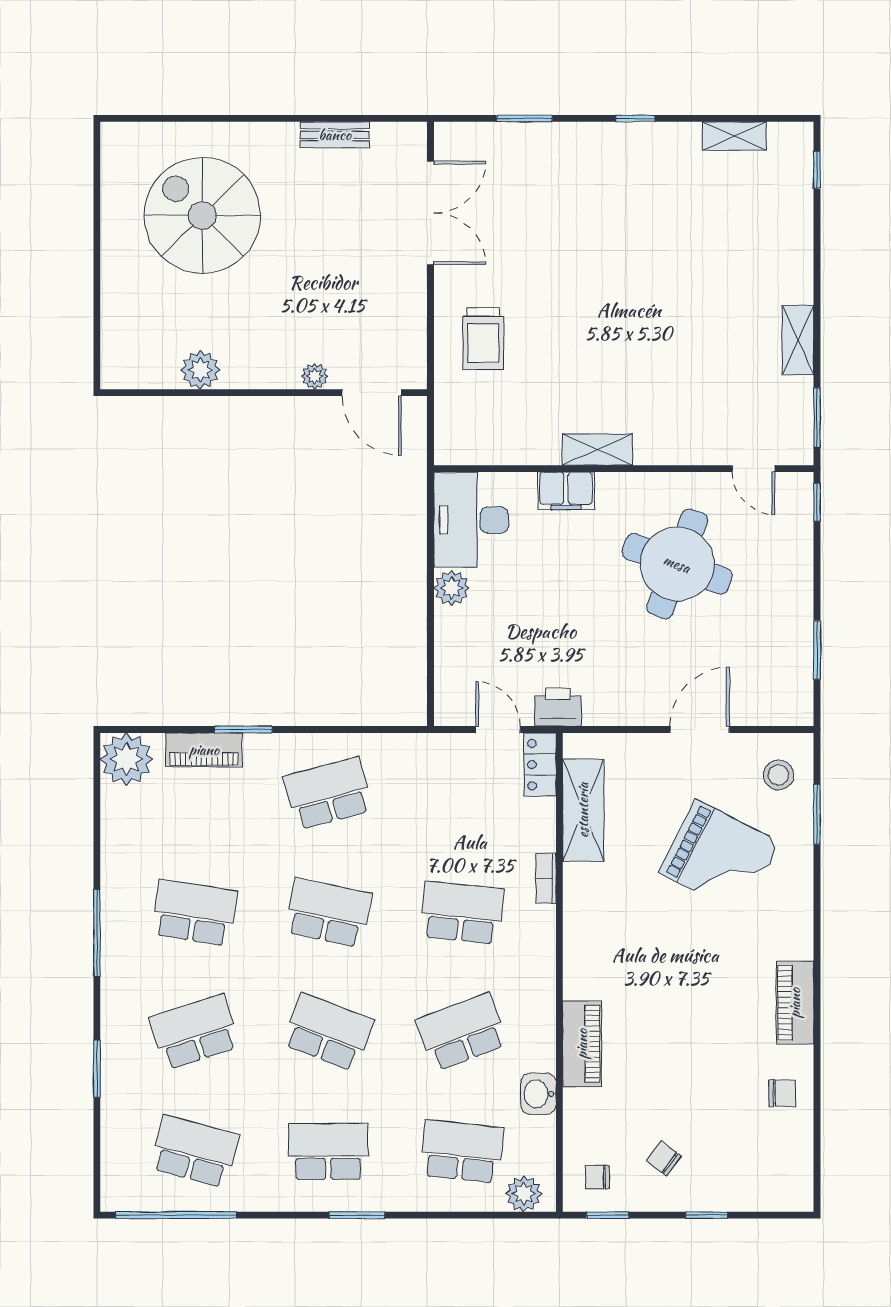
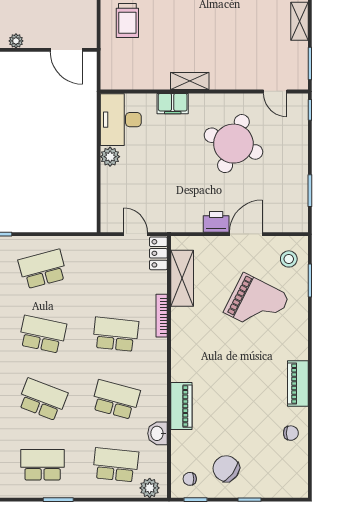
plant: (315, 376) -> (16, 41), moved
printer: (558, 707) -> (216, 222), moved
bookcase: (546, 878) -> (162, 316), width x1.56
school desk: (462, 1032) -> (116, 400), turned 36
chair: (664, 1158) -> (226, 469), width x1.87, depth x1.87

